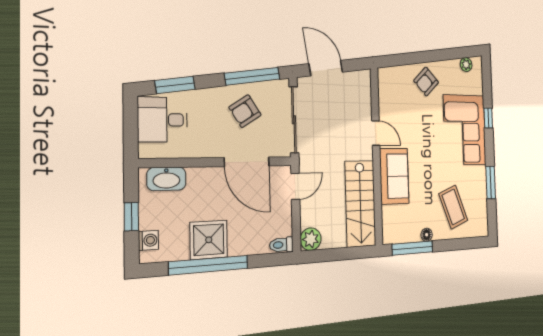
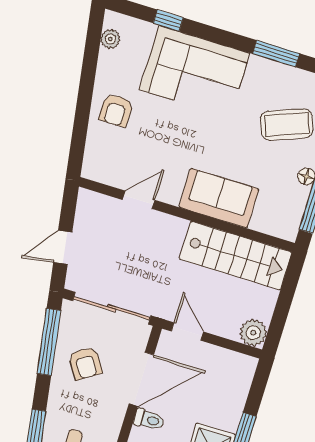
door: (326, 68) -> (63, 247), width x0.73
armchair: (426, 82) -> (116, 110), turned 44
window: (488, 118) -> (168, 20), moved
door: (376, 133) -> (139, 200), moved
toilet: (281, 245) -> (149, 420), moved, turned -90

